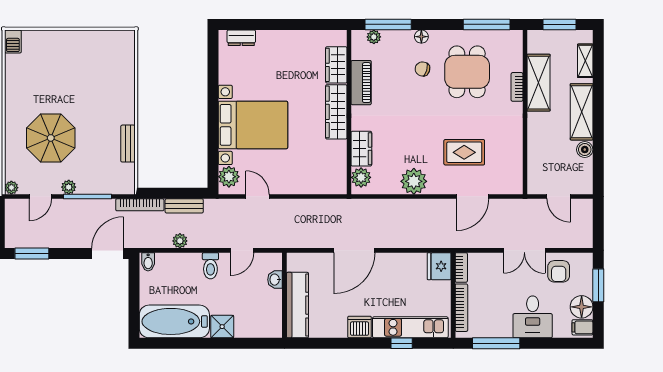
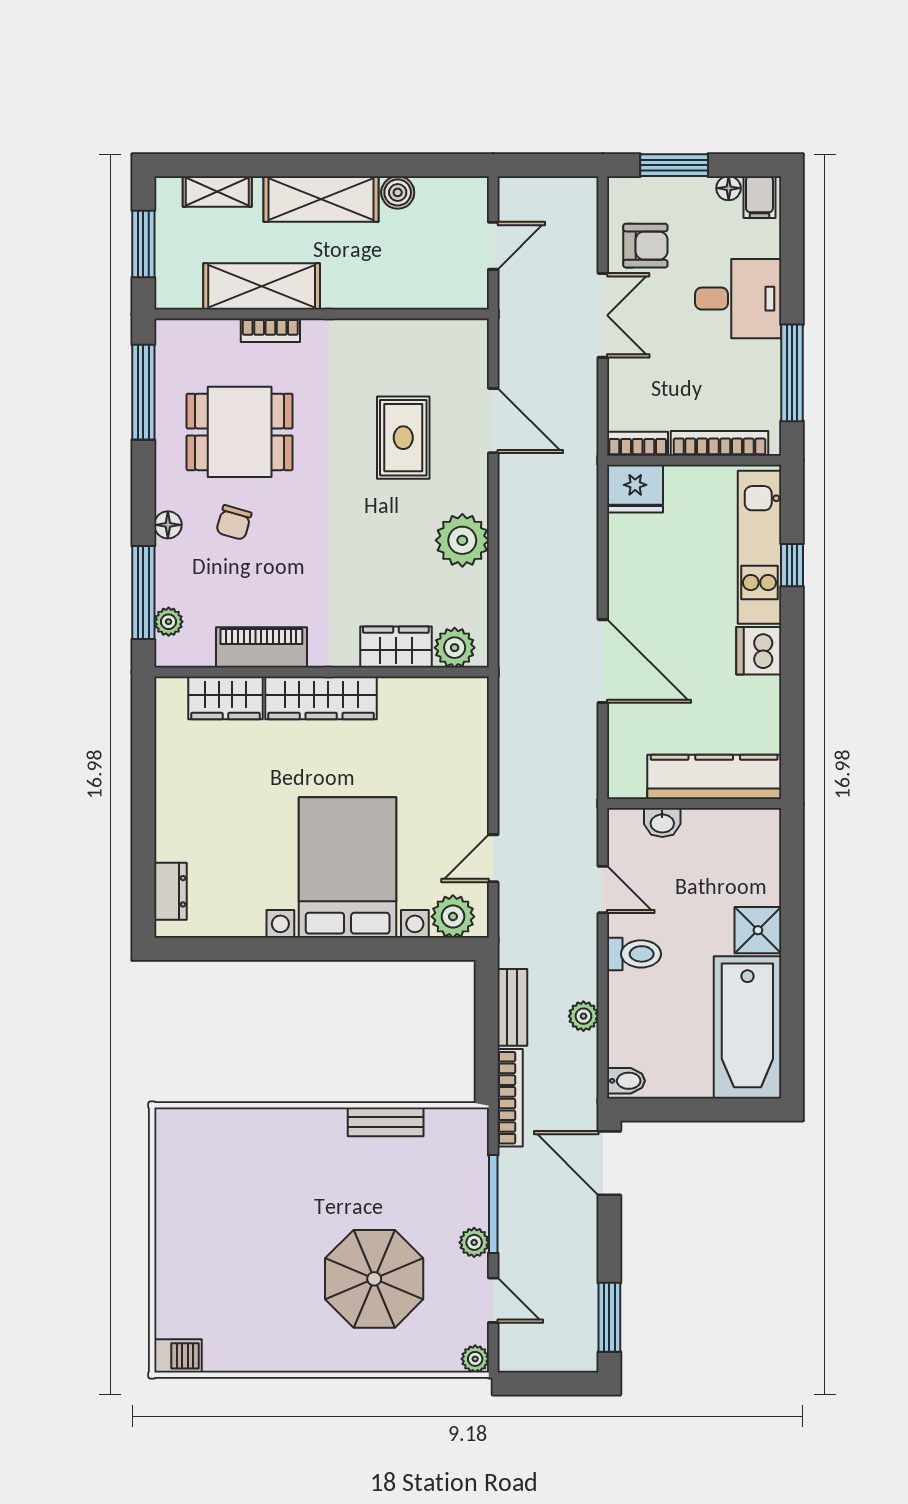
floor lamp: (582, 307) -> (729, 188), width x0.53, depth x0.53

